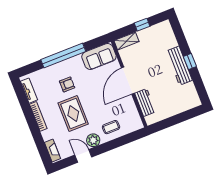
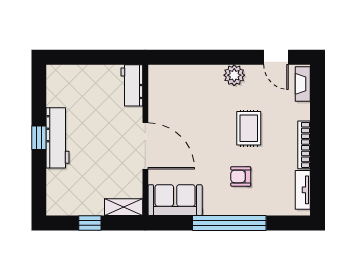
door: (128, 81) -> (145, 146), hinge flipped
workbench: (145, 102) -> (132, 85), moved
rug: (73, 113) -> (249, 128), width x0.73, depth x0.70
coffee table: (111, 127) -> (199, 85), removed
door: (83, 156) -> (276, 57), moved

